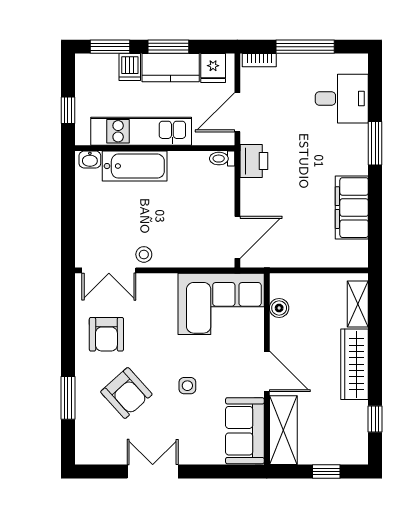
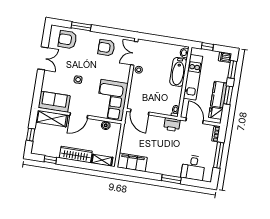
dishwasher: (130, 67) -> (225, 57), moved
filing cabinet: (352, 208) -> (132, 162), moved
armchair: (126, 393) -> (67, 40), moved, turned 42

